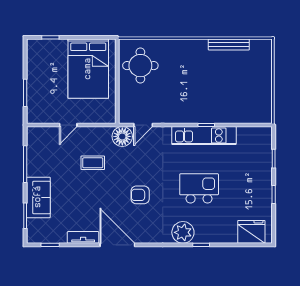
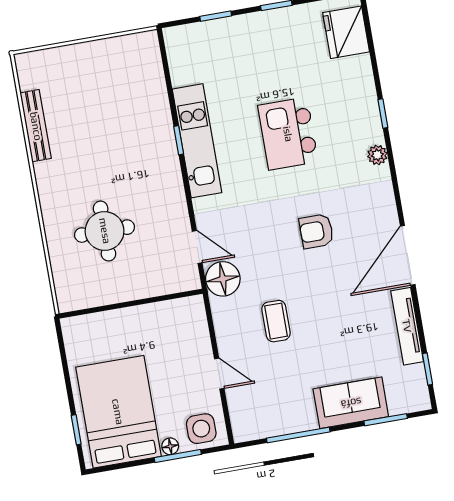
round table: (140, 66) -> (105, 231), moved
bed: (88, 69) -> (118, 412), moved, turned -90
floor lamp: (32, 90) -> (170, 446), added
side table: (39, 109) -> (201, 429), added
armchair: (140, 195) -> (316, 231), turned 90
plant: (183, 232) -> (377, 155), width x0.53, depth x0.53
tv unit: (83, 237) -> (407, 326), width x1.41

